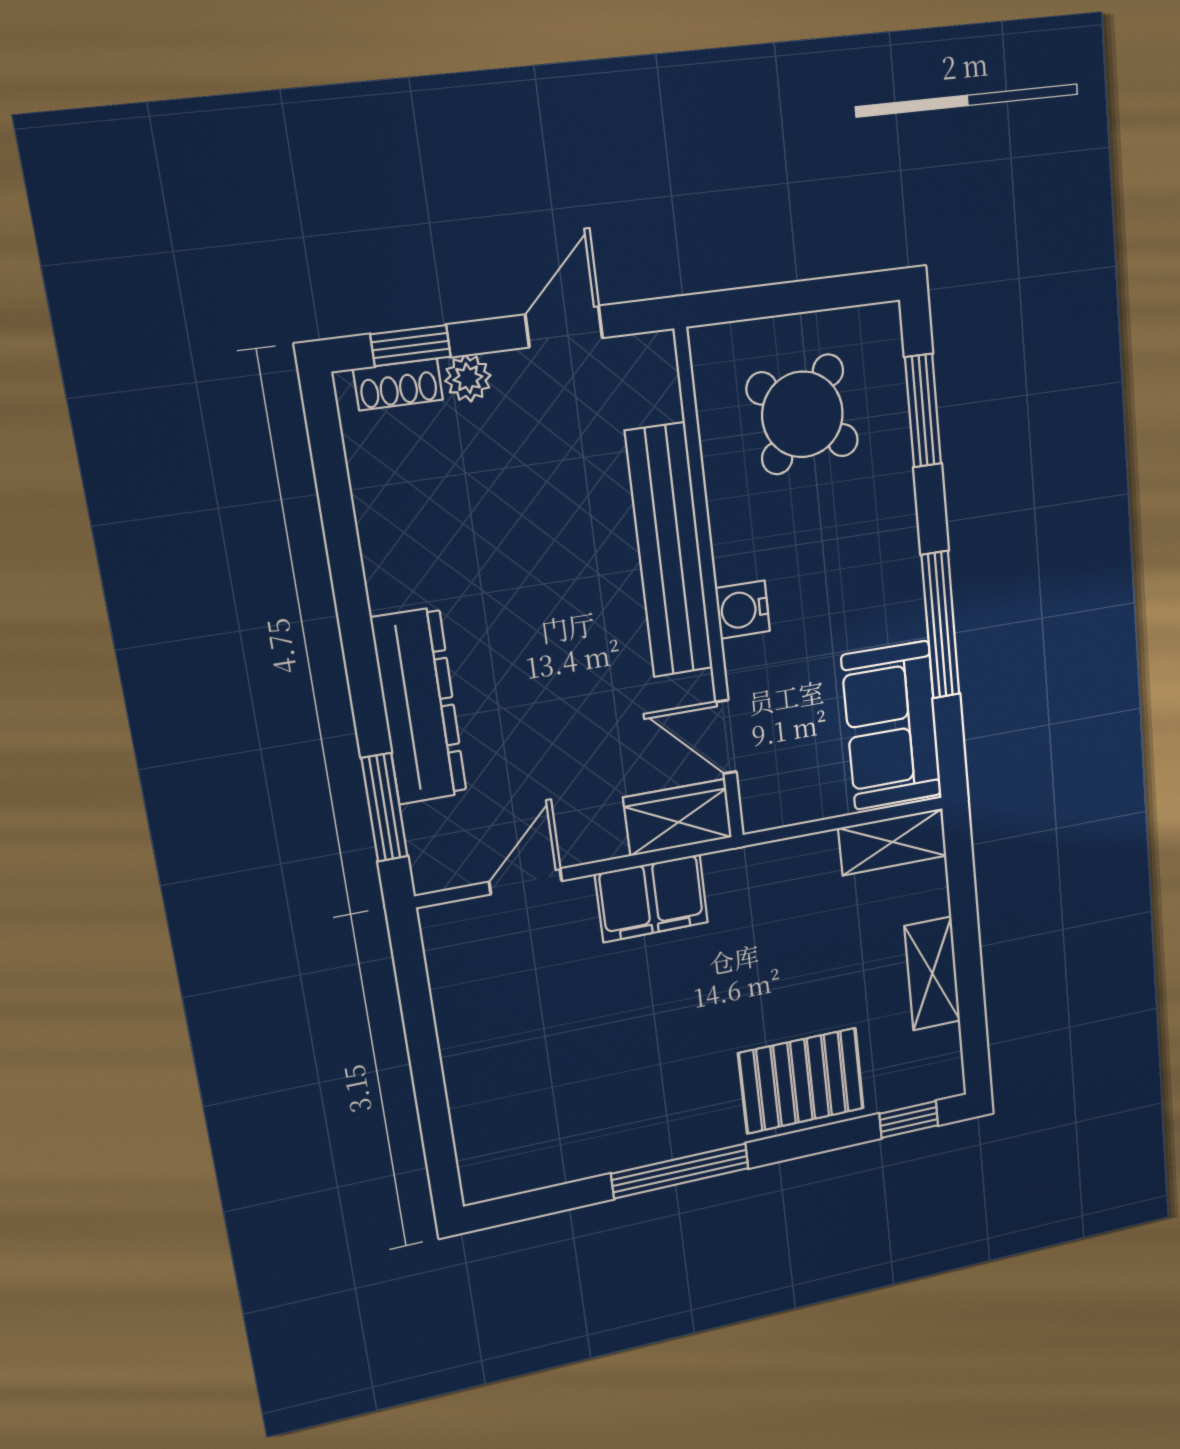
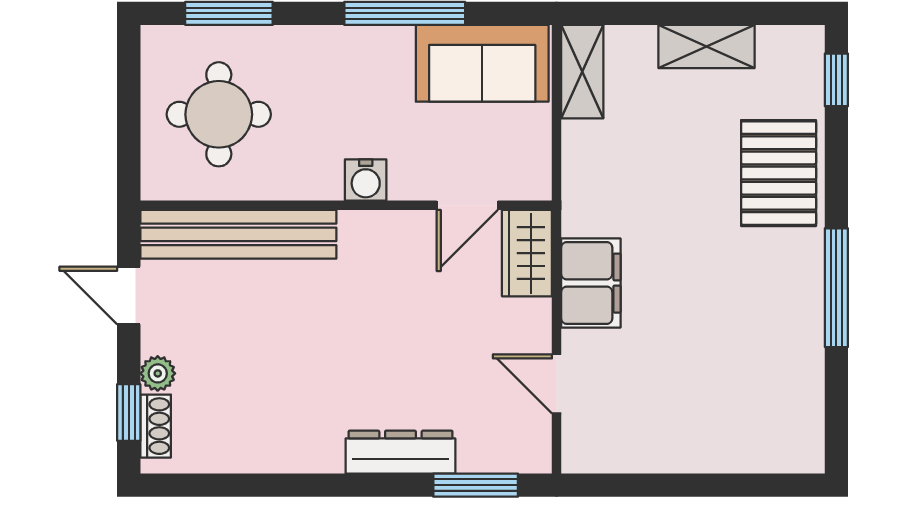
round table: (802, 414) -> (219, 114), turned -38
bench: (669, 551) -> (238, 234), moved
dresser: (419, 706) -> (400, 452), width x0.73, depth x0.80

